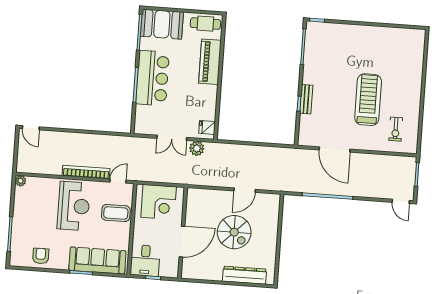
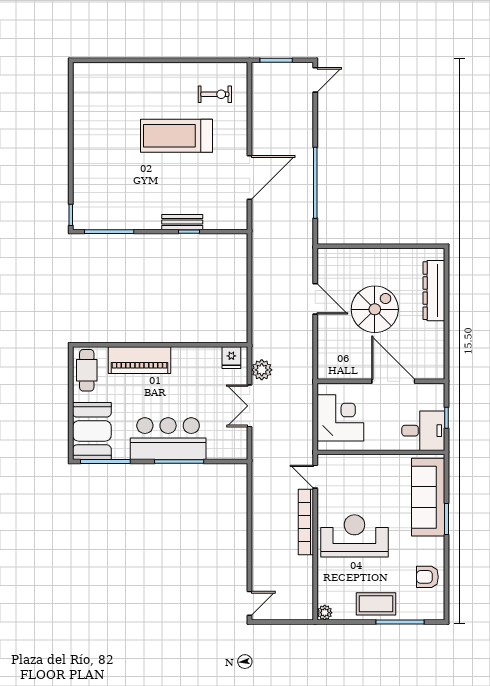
double door: (172, 138) -> (250, 406), swing flipped
coffee table: (116, 213) -> (376, 604), moved, turned 90

